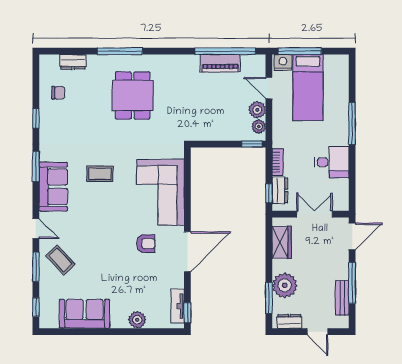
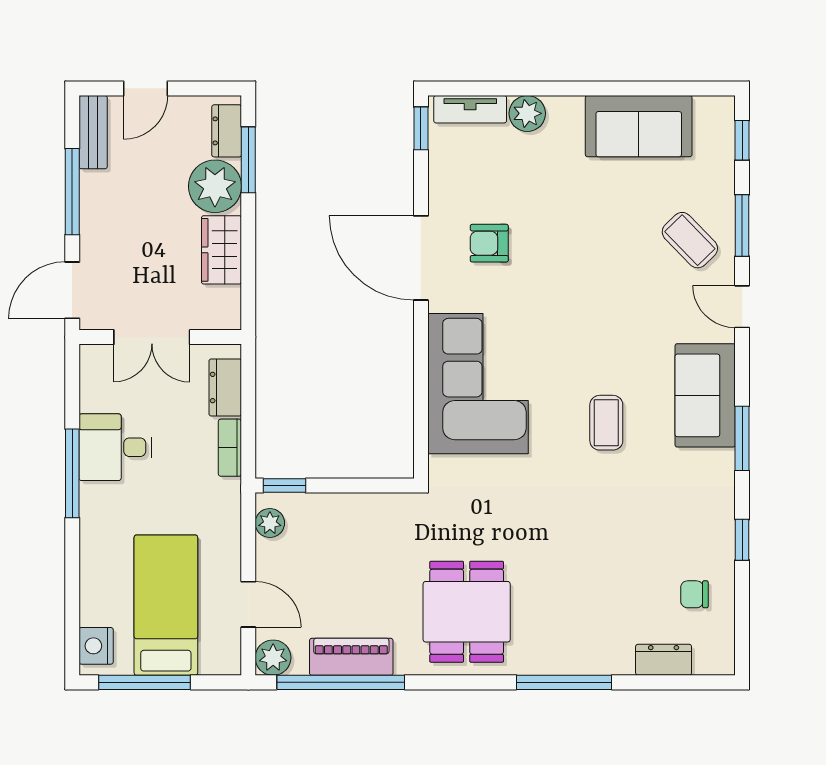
window: (300, 51) -> (144, 682), moved
nightstand: (283, 62) -> (96, 646), moved, turned 90
dining table: (133, 95) -> (467, 612), moved
plant: (257, 110) -> (273, 658), moved
window: (352, 124) -> (72, 473), moved
coffee table: (100, 174) -> (606, 423), turned 90
window: (269, 193) -> (248, 381), removed
wardrobe: (282, 242) -> (221, 250), moved
armchair: (146, 244) -> (489, 243), moved
door: (187, 252) -> (421, 258), hinge flipped
bench: (342, 298) -> (93, 132), moved
tv unit: (178, 306) -> (470, 109), moved, turned 90
dresser: (289, 321) -> (227, 131), moved, turned 90
door: (317, 332) -> (146, 88), swing flipped

